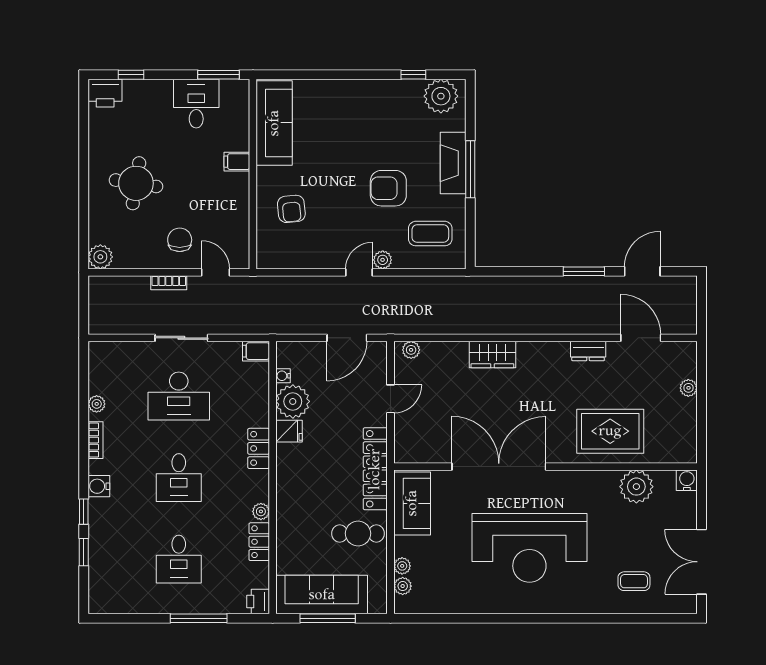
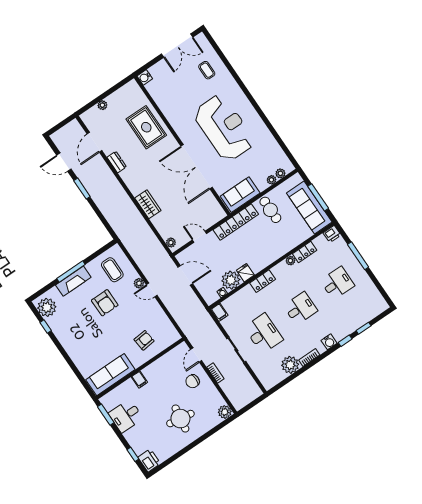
plant: (97, 404) -> (290, 365), width x1.88, depth x1.88
plant: (636, 487) -> (163, 98), removed

